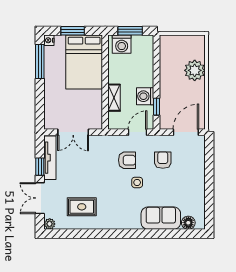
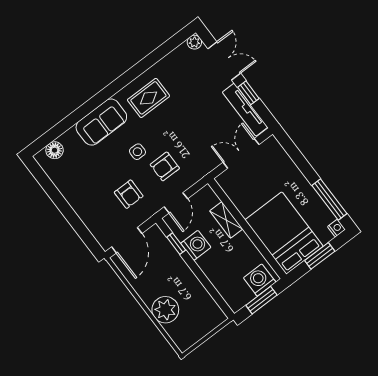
rug: (82, 207) -> (148, 98), moved
sofa: (161, 218) -> (101, 122), moved

